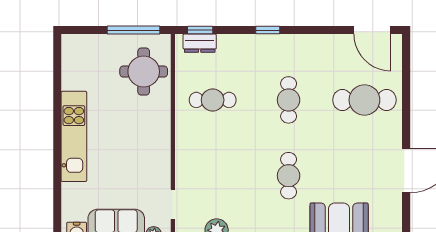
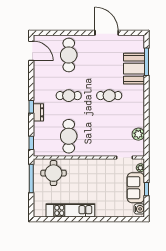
door: (372, 30) -> (31, 51), hinge flipped
dresser: (200, 43) -> (38, 112), moved
cafe table: (213, 100) -> (69, 136), width x1.37, depth x1.35
kitchen unit: (74, 136) -> (70, 210), moved

